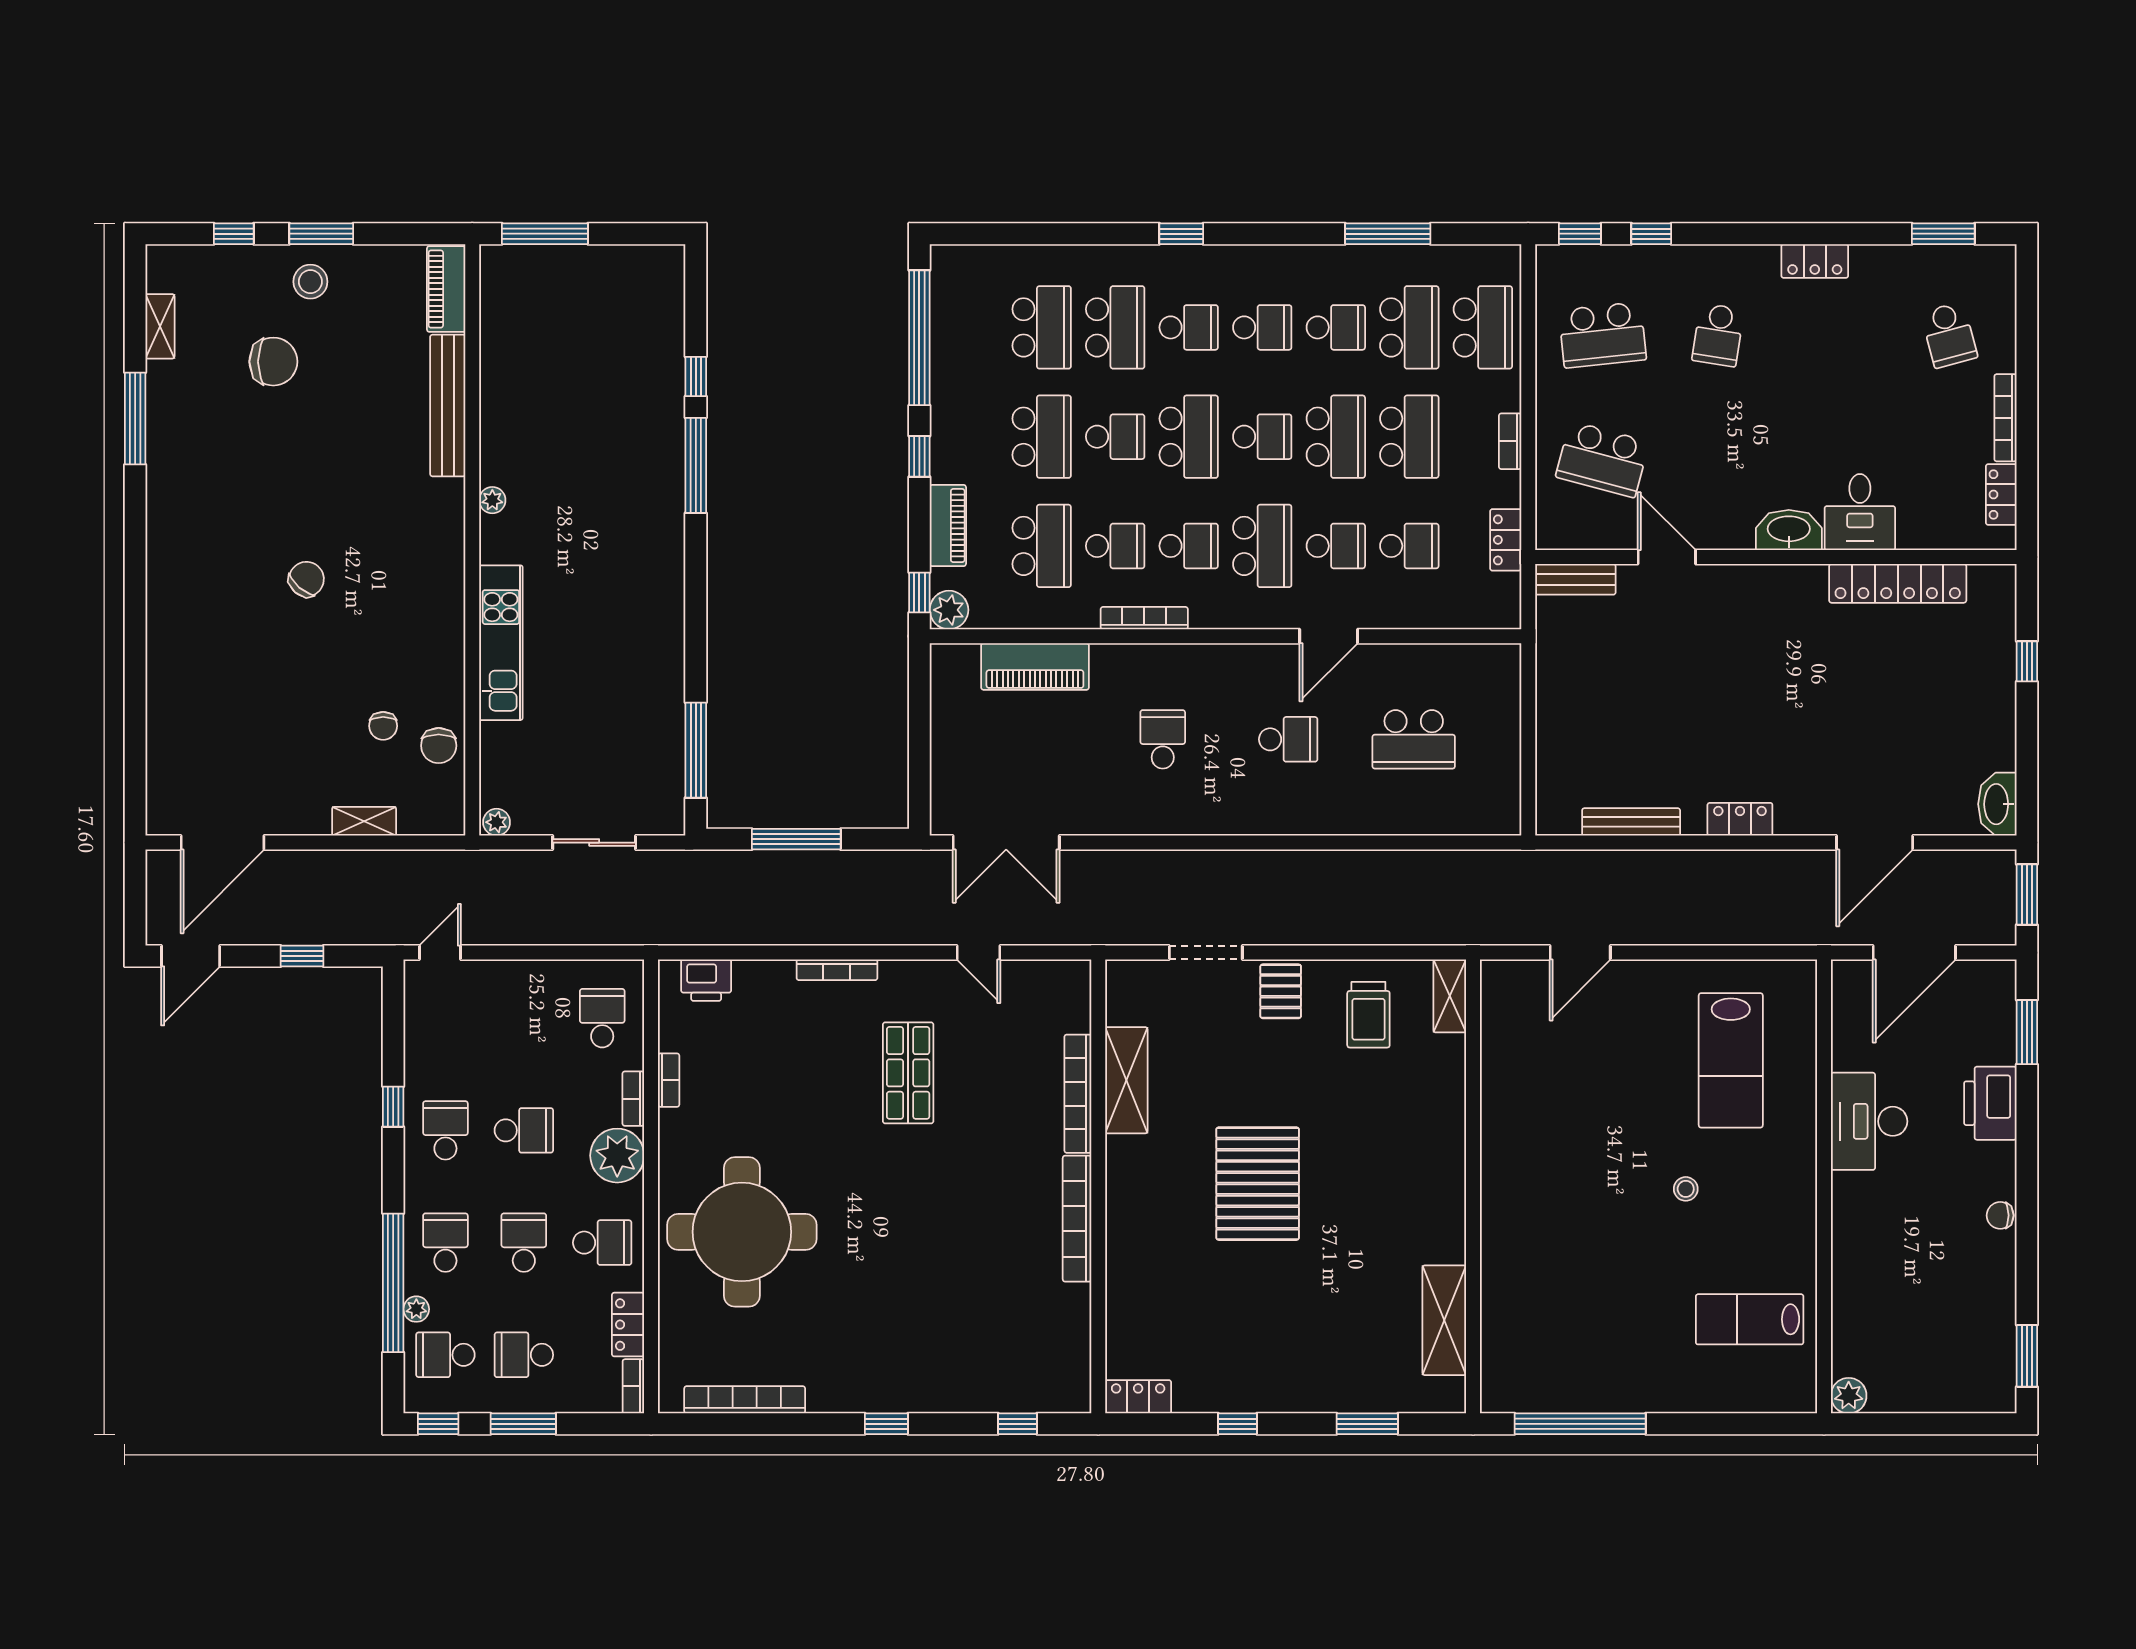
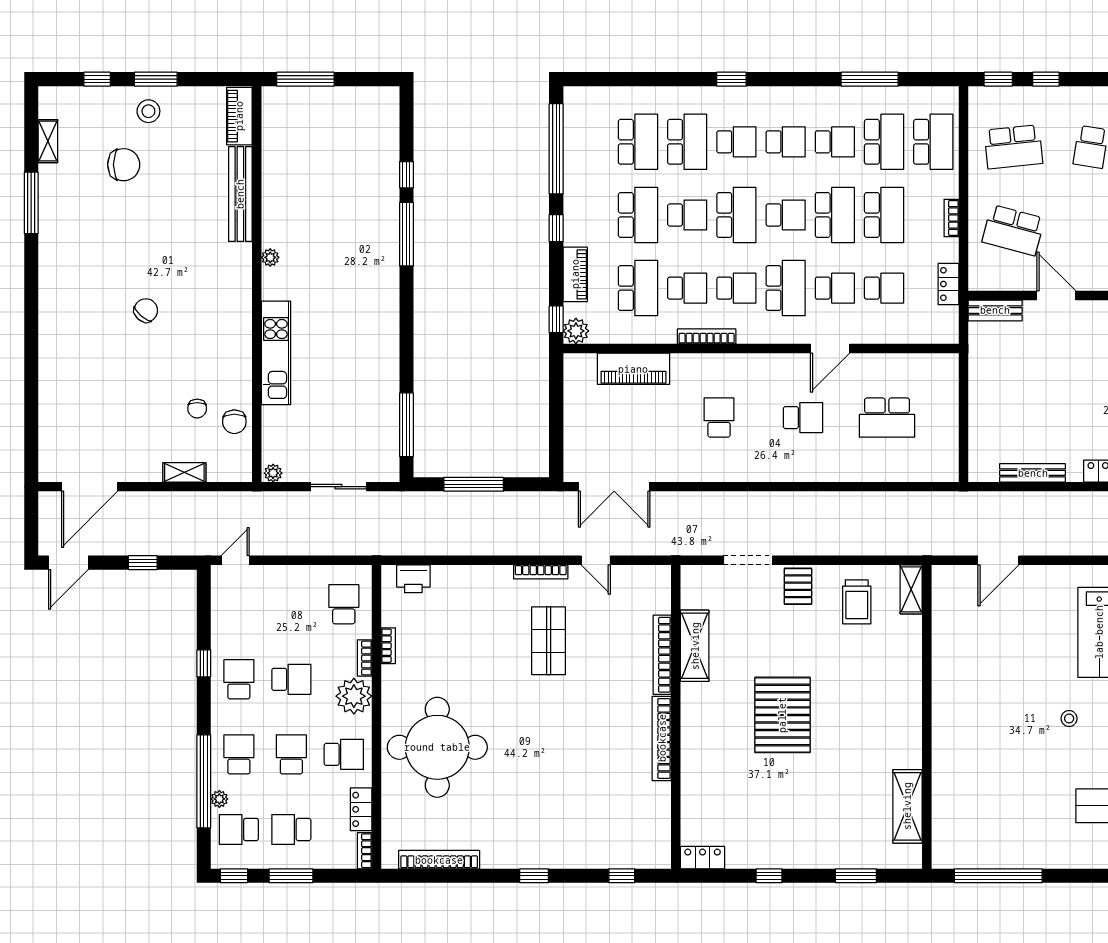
bookcase: (837, 970) -> (541, 572), moved

